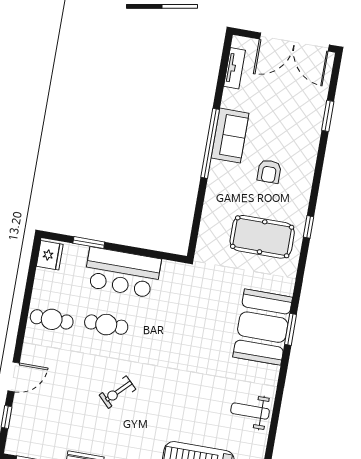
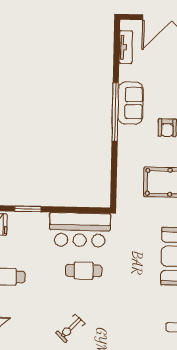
bar counter: (122, 273) -> (80, 230), moved
cafe table: (106, 325) -> (84, 271), moved

